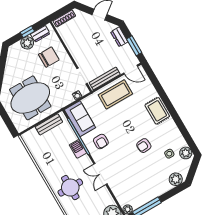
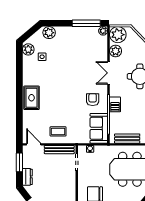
coffee table: (115, 94) -> (58, 131), width x0.54, depth x0.58
armchair: (144, 146) -> (59, 76), removed
double door: (100, 174) -> (109, 73), swing flipped
plant: (106, 198) -> (116, 51), added

